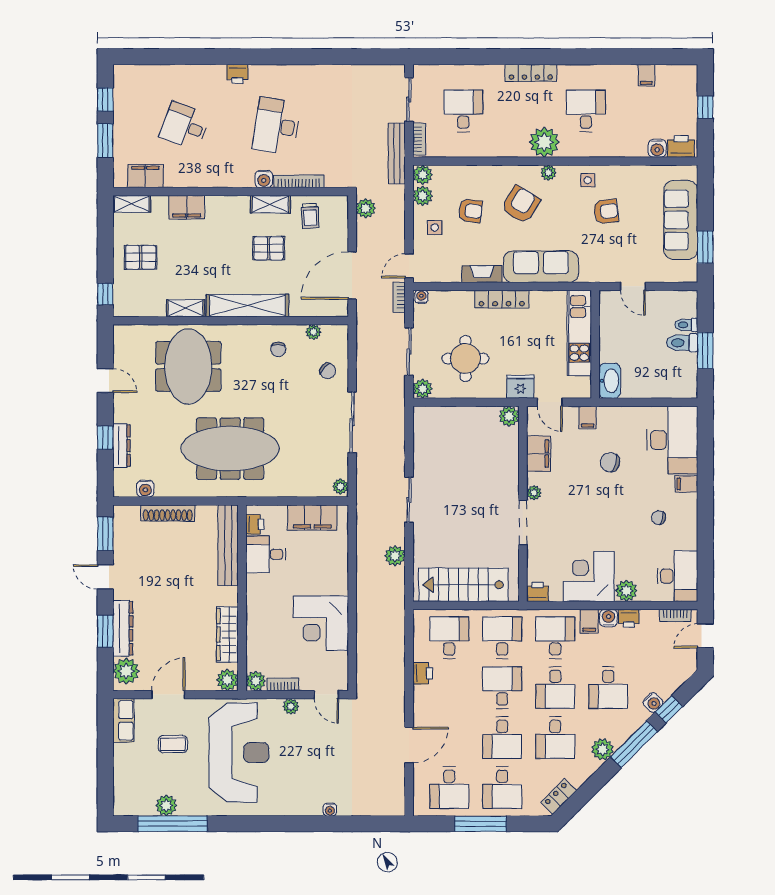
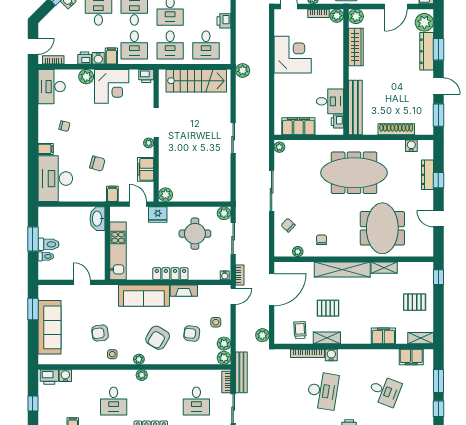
plant: (544, 142) -> (142, 375), width x0.53, depth x0.53
plant: (395, 556) -> (243, 70), moved

